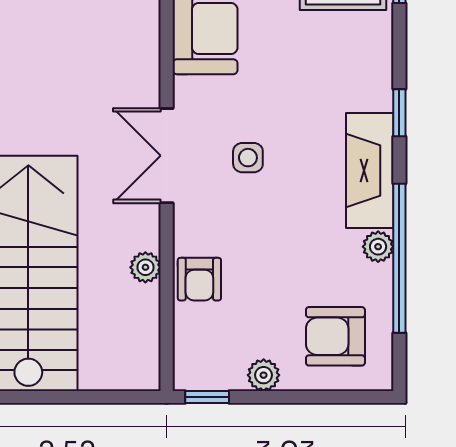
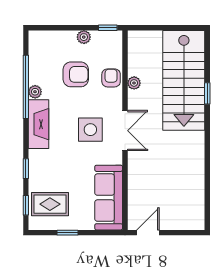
window: (399, 113) -> (26, 169), moved
side table: (248, 158) -> (90, 130), width x1.87, depth x1.87
armchair: (335, 336) -> (76, 74), moved

